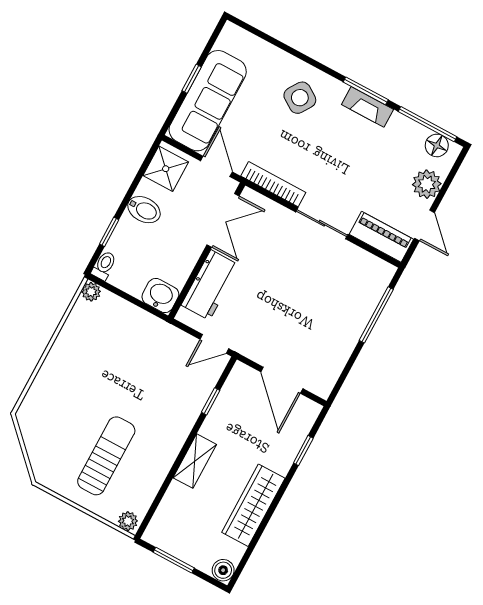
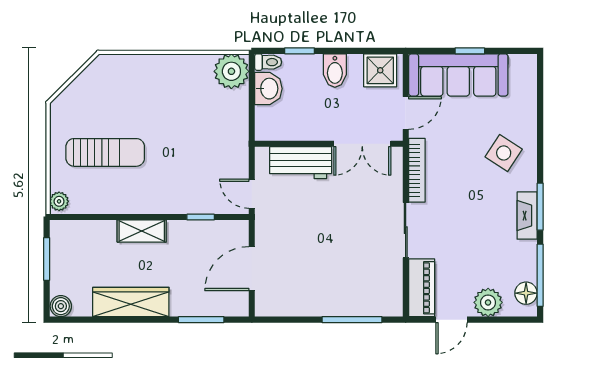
plant: (91, 292) -> (231, 71), width x1.88, depth x1.88
washbasin: (160, 296) -> (268, 89), moved
window: (303, 451) -> (201, 320), width x1.50

